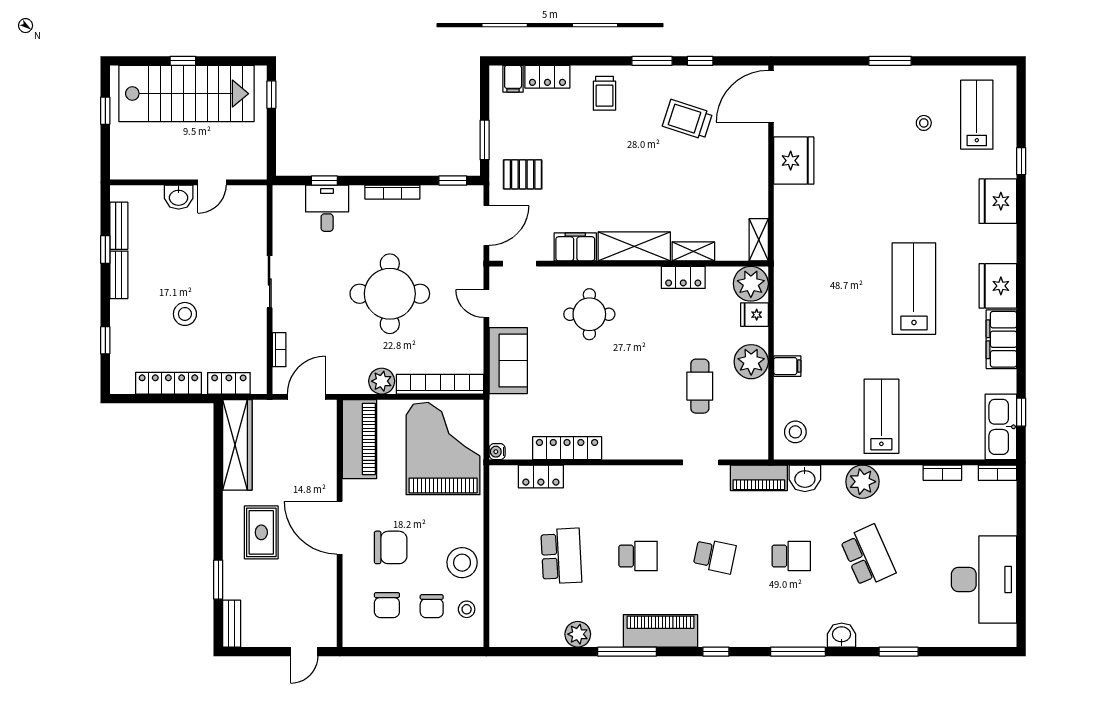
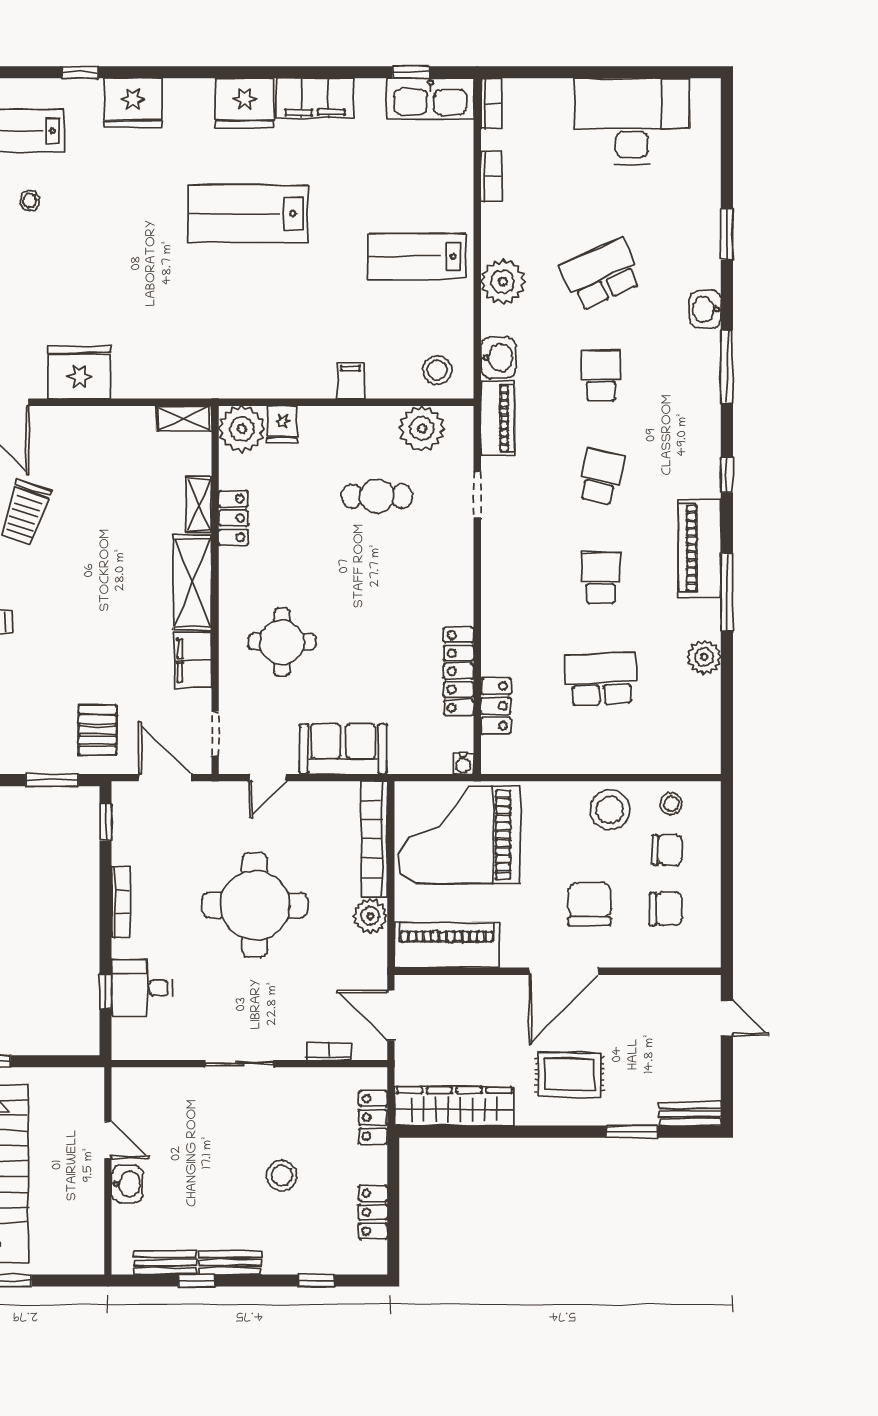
plant: (751, 362) -> (422, 428), moved
locker: (168, 383) -> (373, 1212), width x0.66

